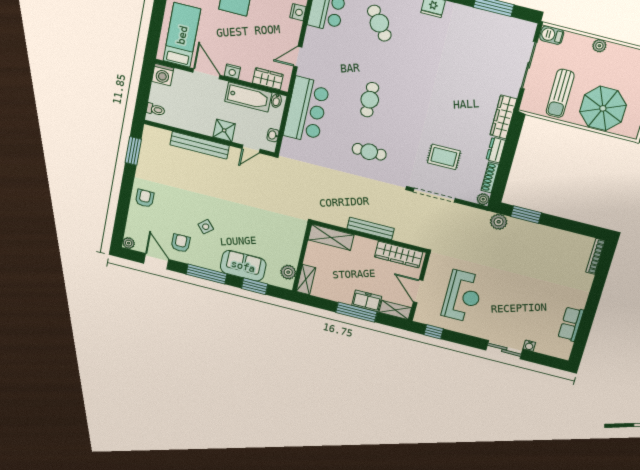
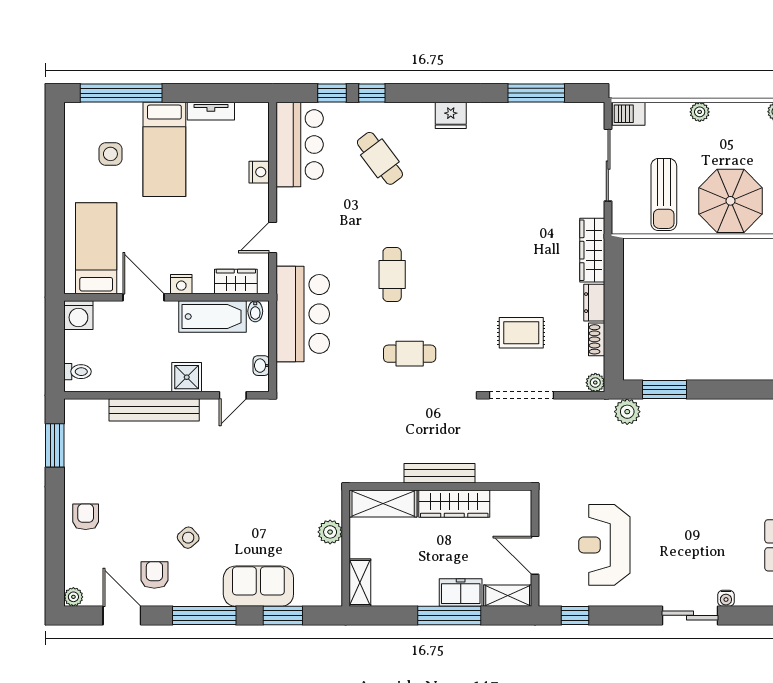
shoe rack: (490, 177) -> (597, 339), width x0.70
wardrobe: (399, 255) -> (454, 504), moved
plant: (288, 272) -> (330, 532), moved
reception desk: (463, 296) -> (604, 545), turned 180

